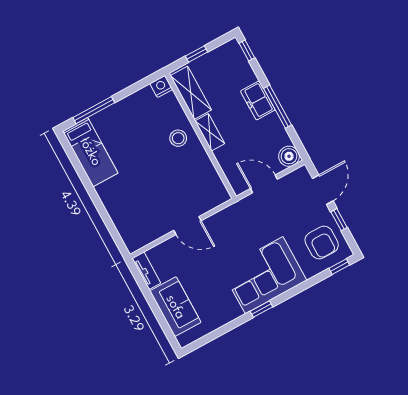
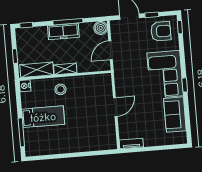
freezer: (258, 100) -> (63, 31), width x1.40
bed: (90, 152) -> (43, 117), moved
sofa: (175, 307) -> (175, 115), moved, turned -90

